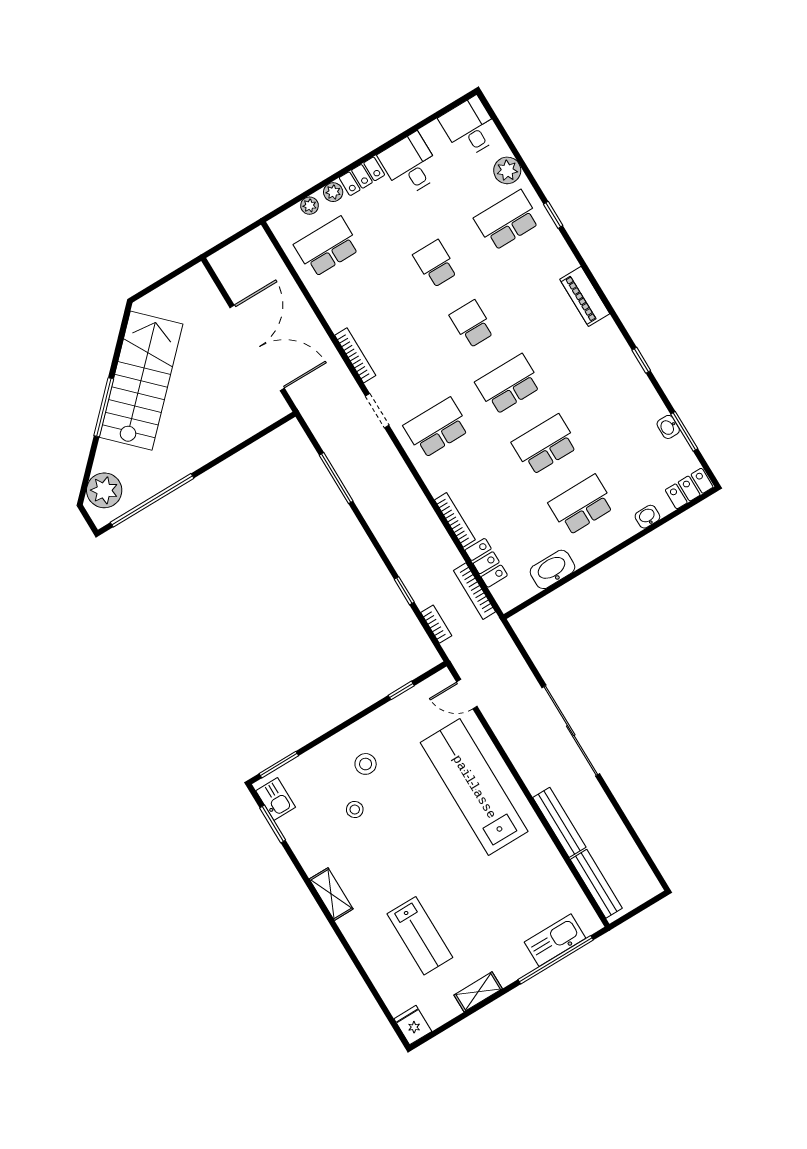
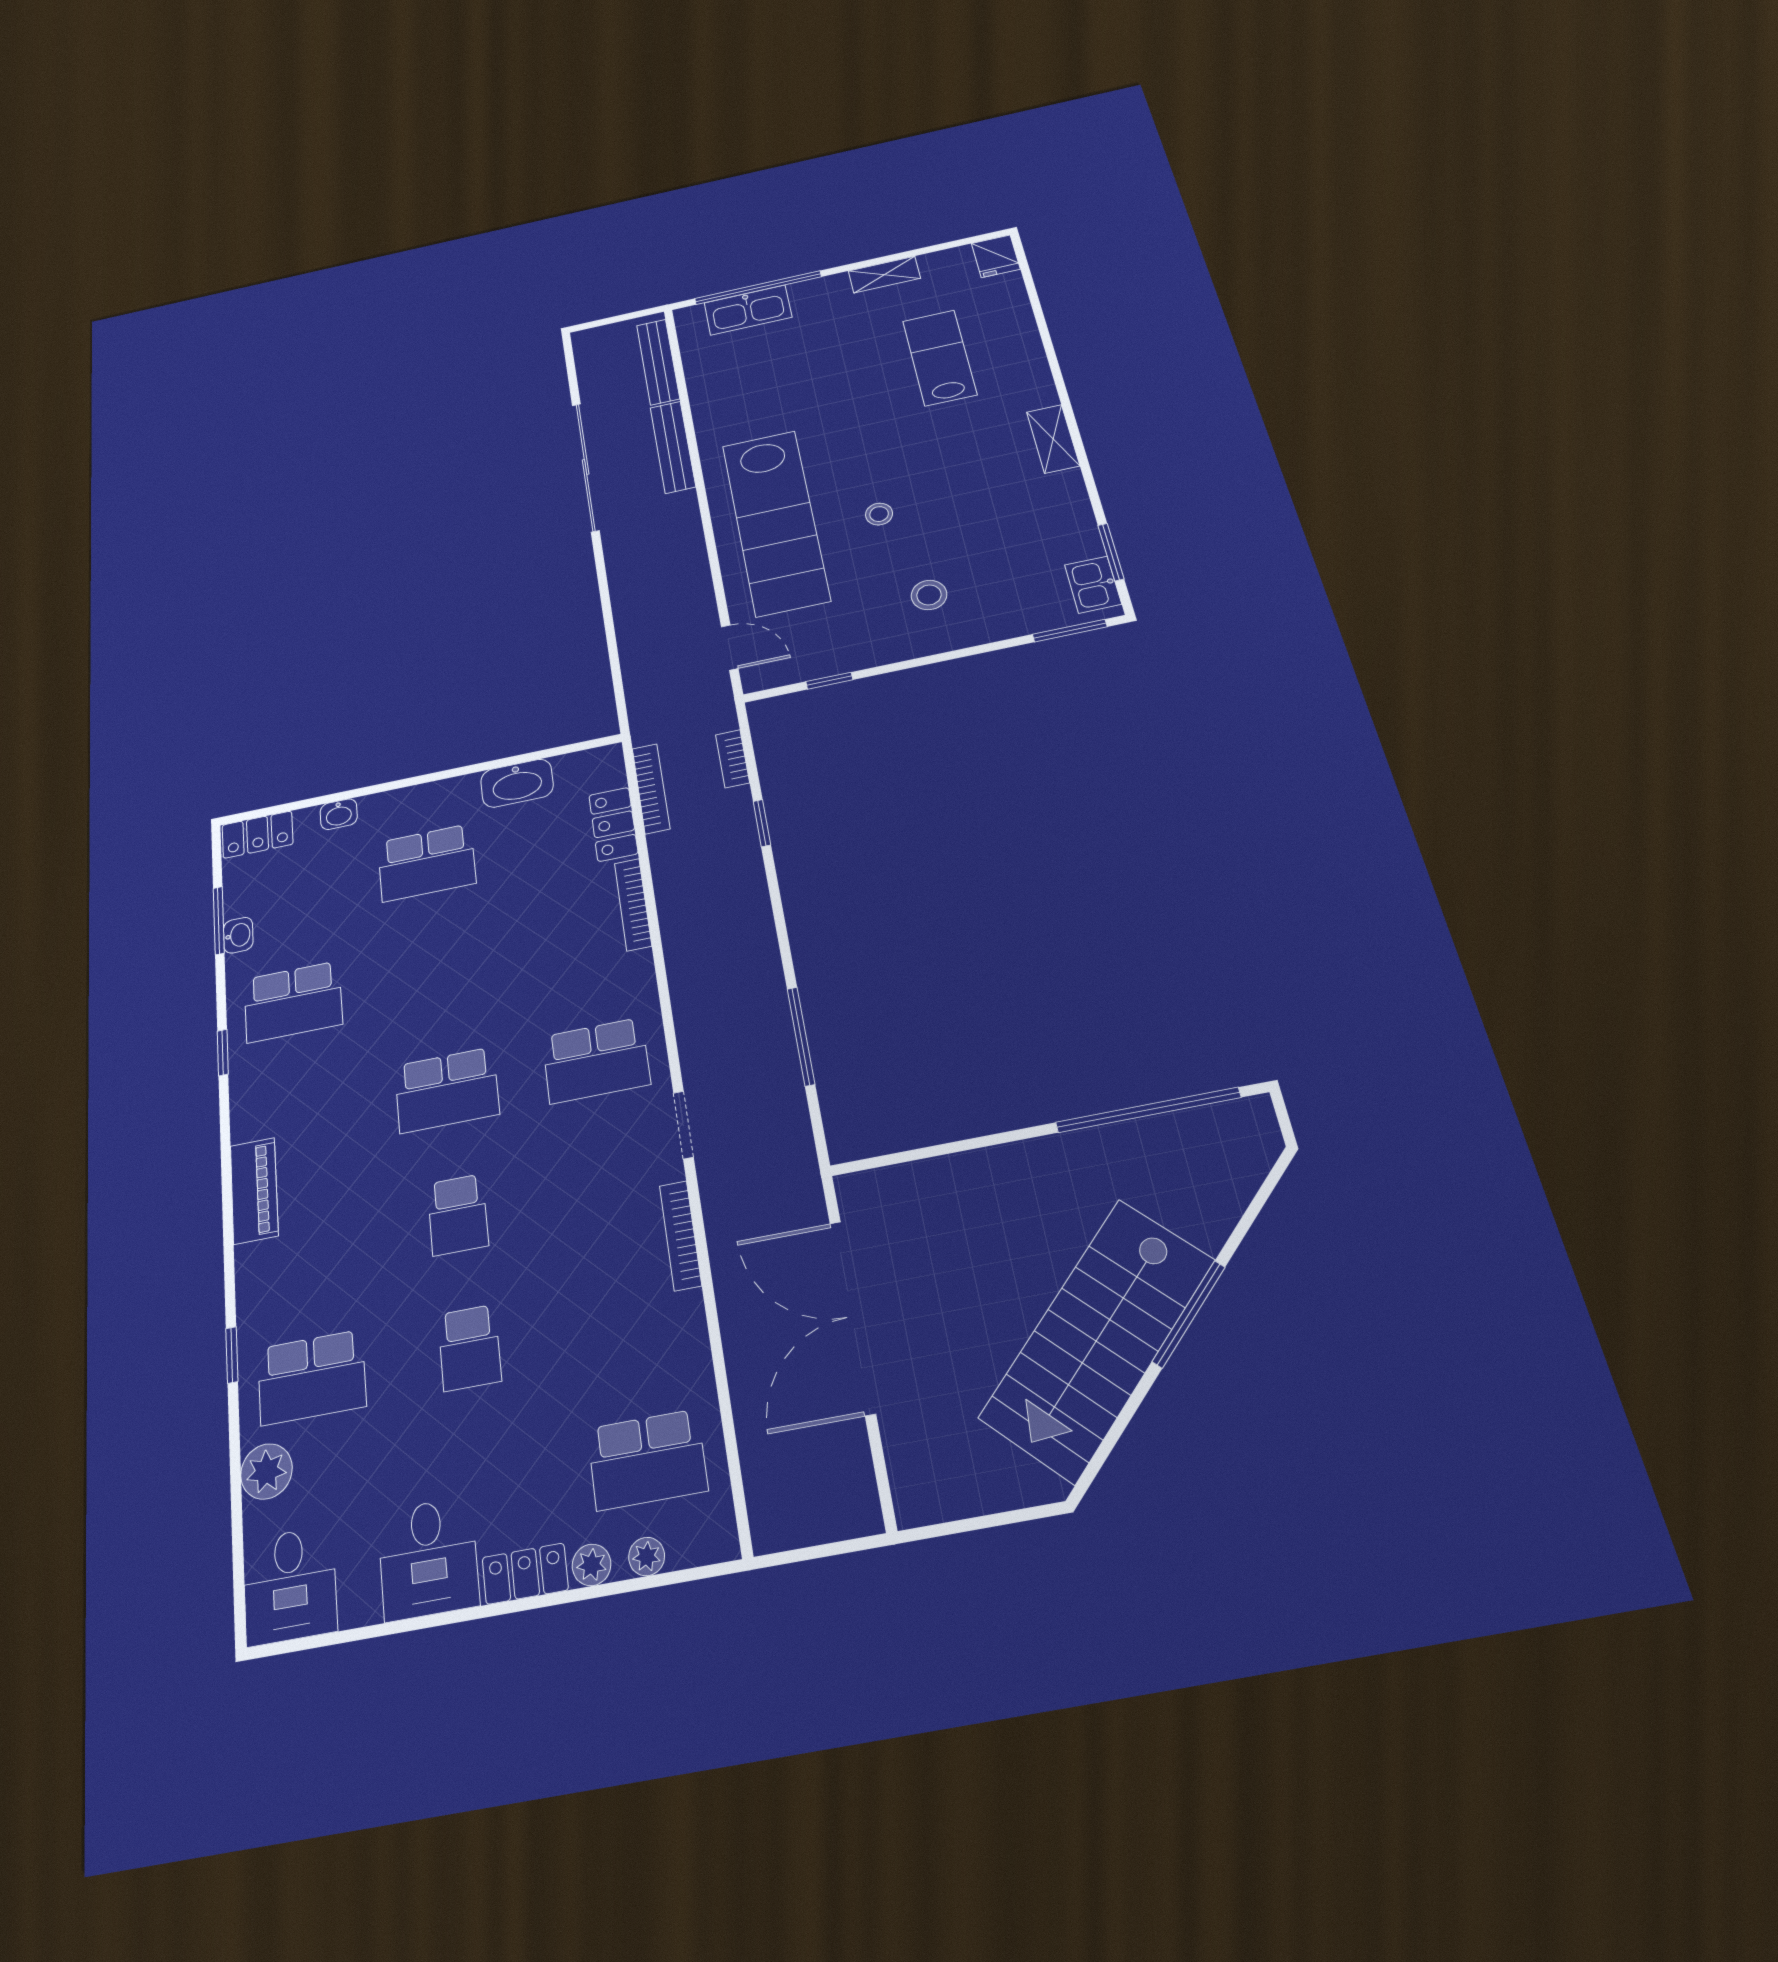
school desk: (545, 445) -> (293, 1002), moved
plant: (104, 490) -> (1235, 1159), removed
sliding door: (571, 731) -> (586, 467), moved
stool: (355, 810) -> (879, 514), moved

